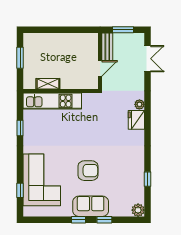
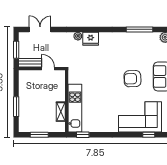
window: (54, 30) -> (16, 107), added
window: (20, 128) -> (83, 135), moved
armchair: (88, 171) -> (132, 79), turned -92
window: (148, 179) -> (139, 29), width x2.17

